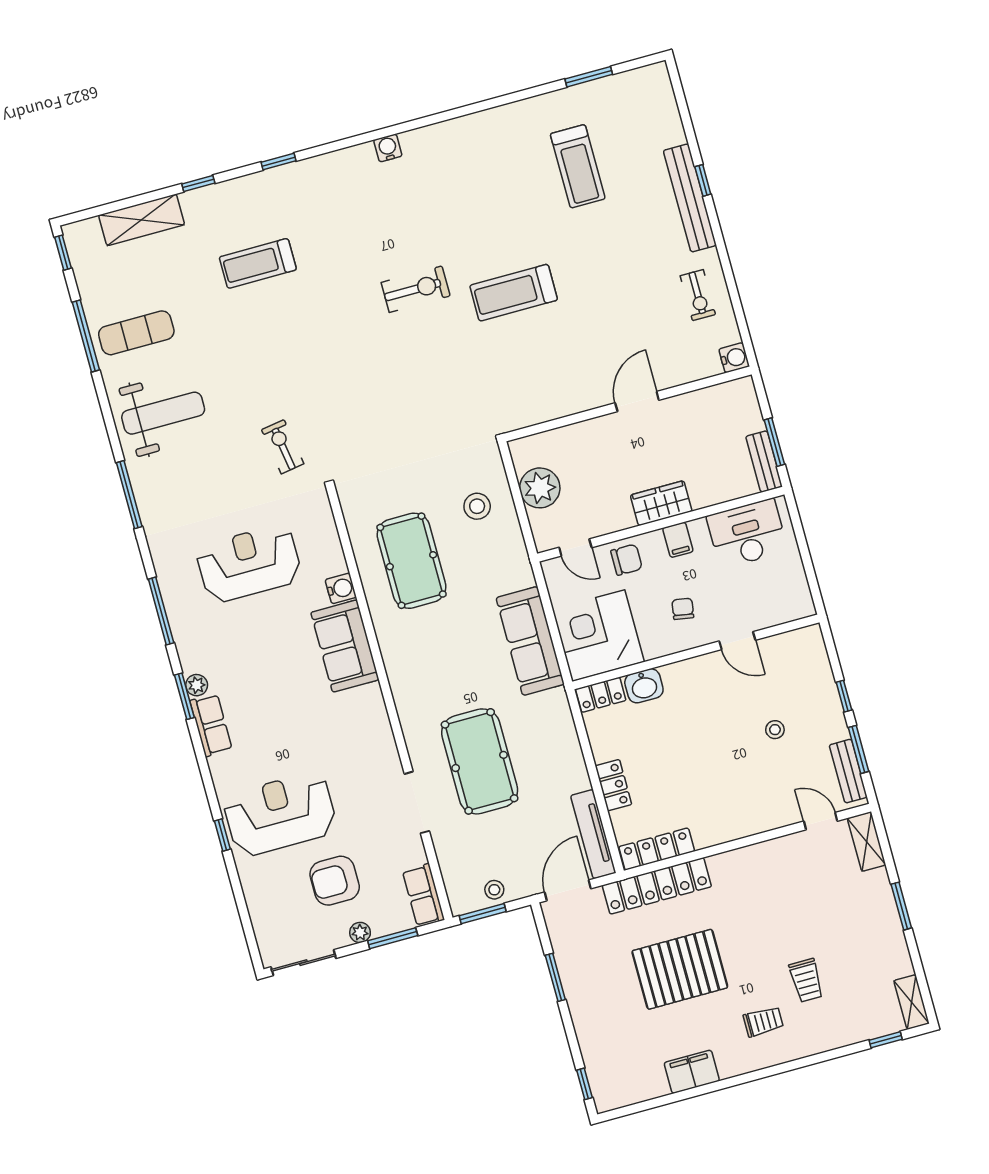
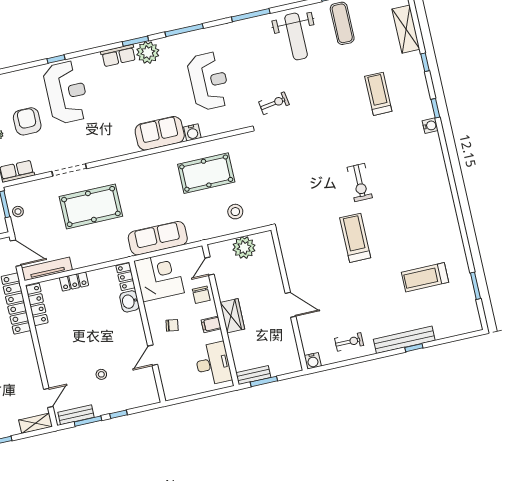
water cooler: (388, 148) -> (430, 126), moved
exercise bike: (698, 295) -> (349, 342), turned 180
plant: (197, 685) -> (148, 52), width x1.87, depth x1.87

